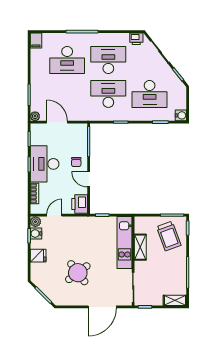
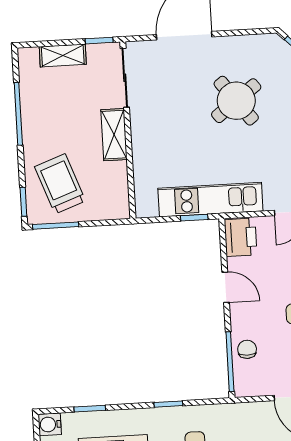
chair: (76, 162) -> (247, 349), moved
kitchen unit: (125, 242) -> (210, 200), moved, turned -90
shelving: (140, 247) -> (114, 135), moved
shelving: (175, 300) -> (63, 55), moved

